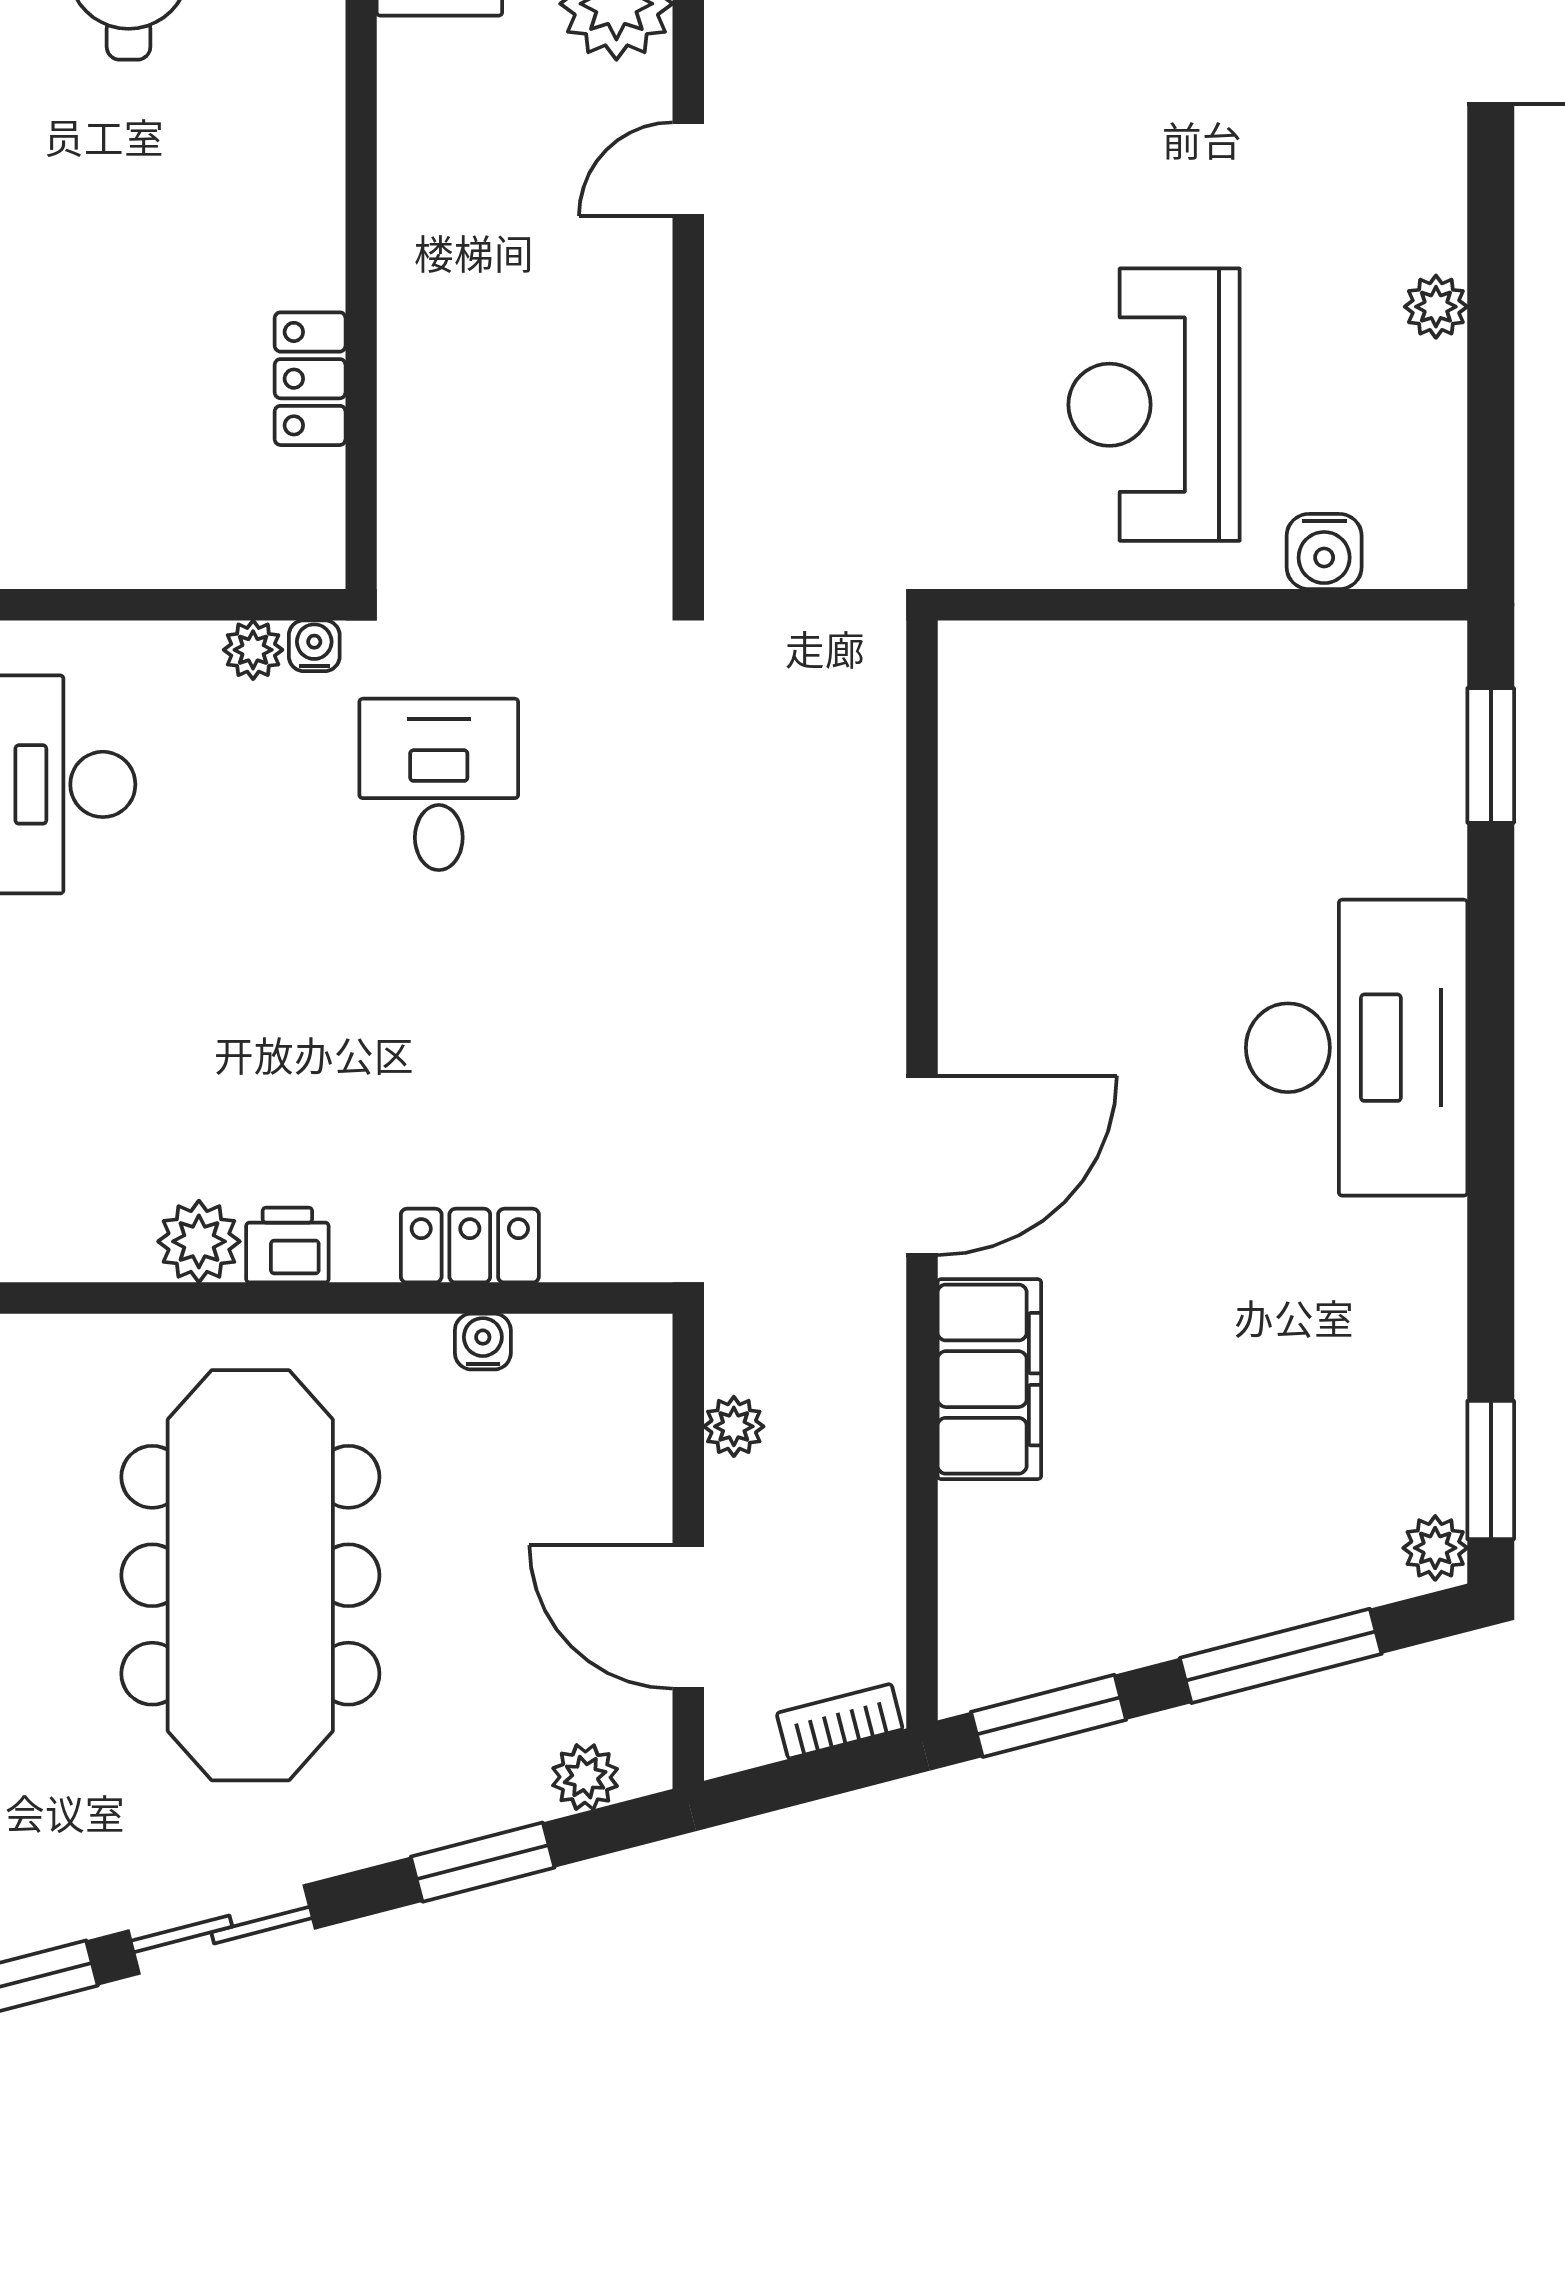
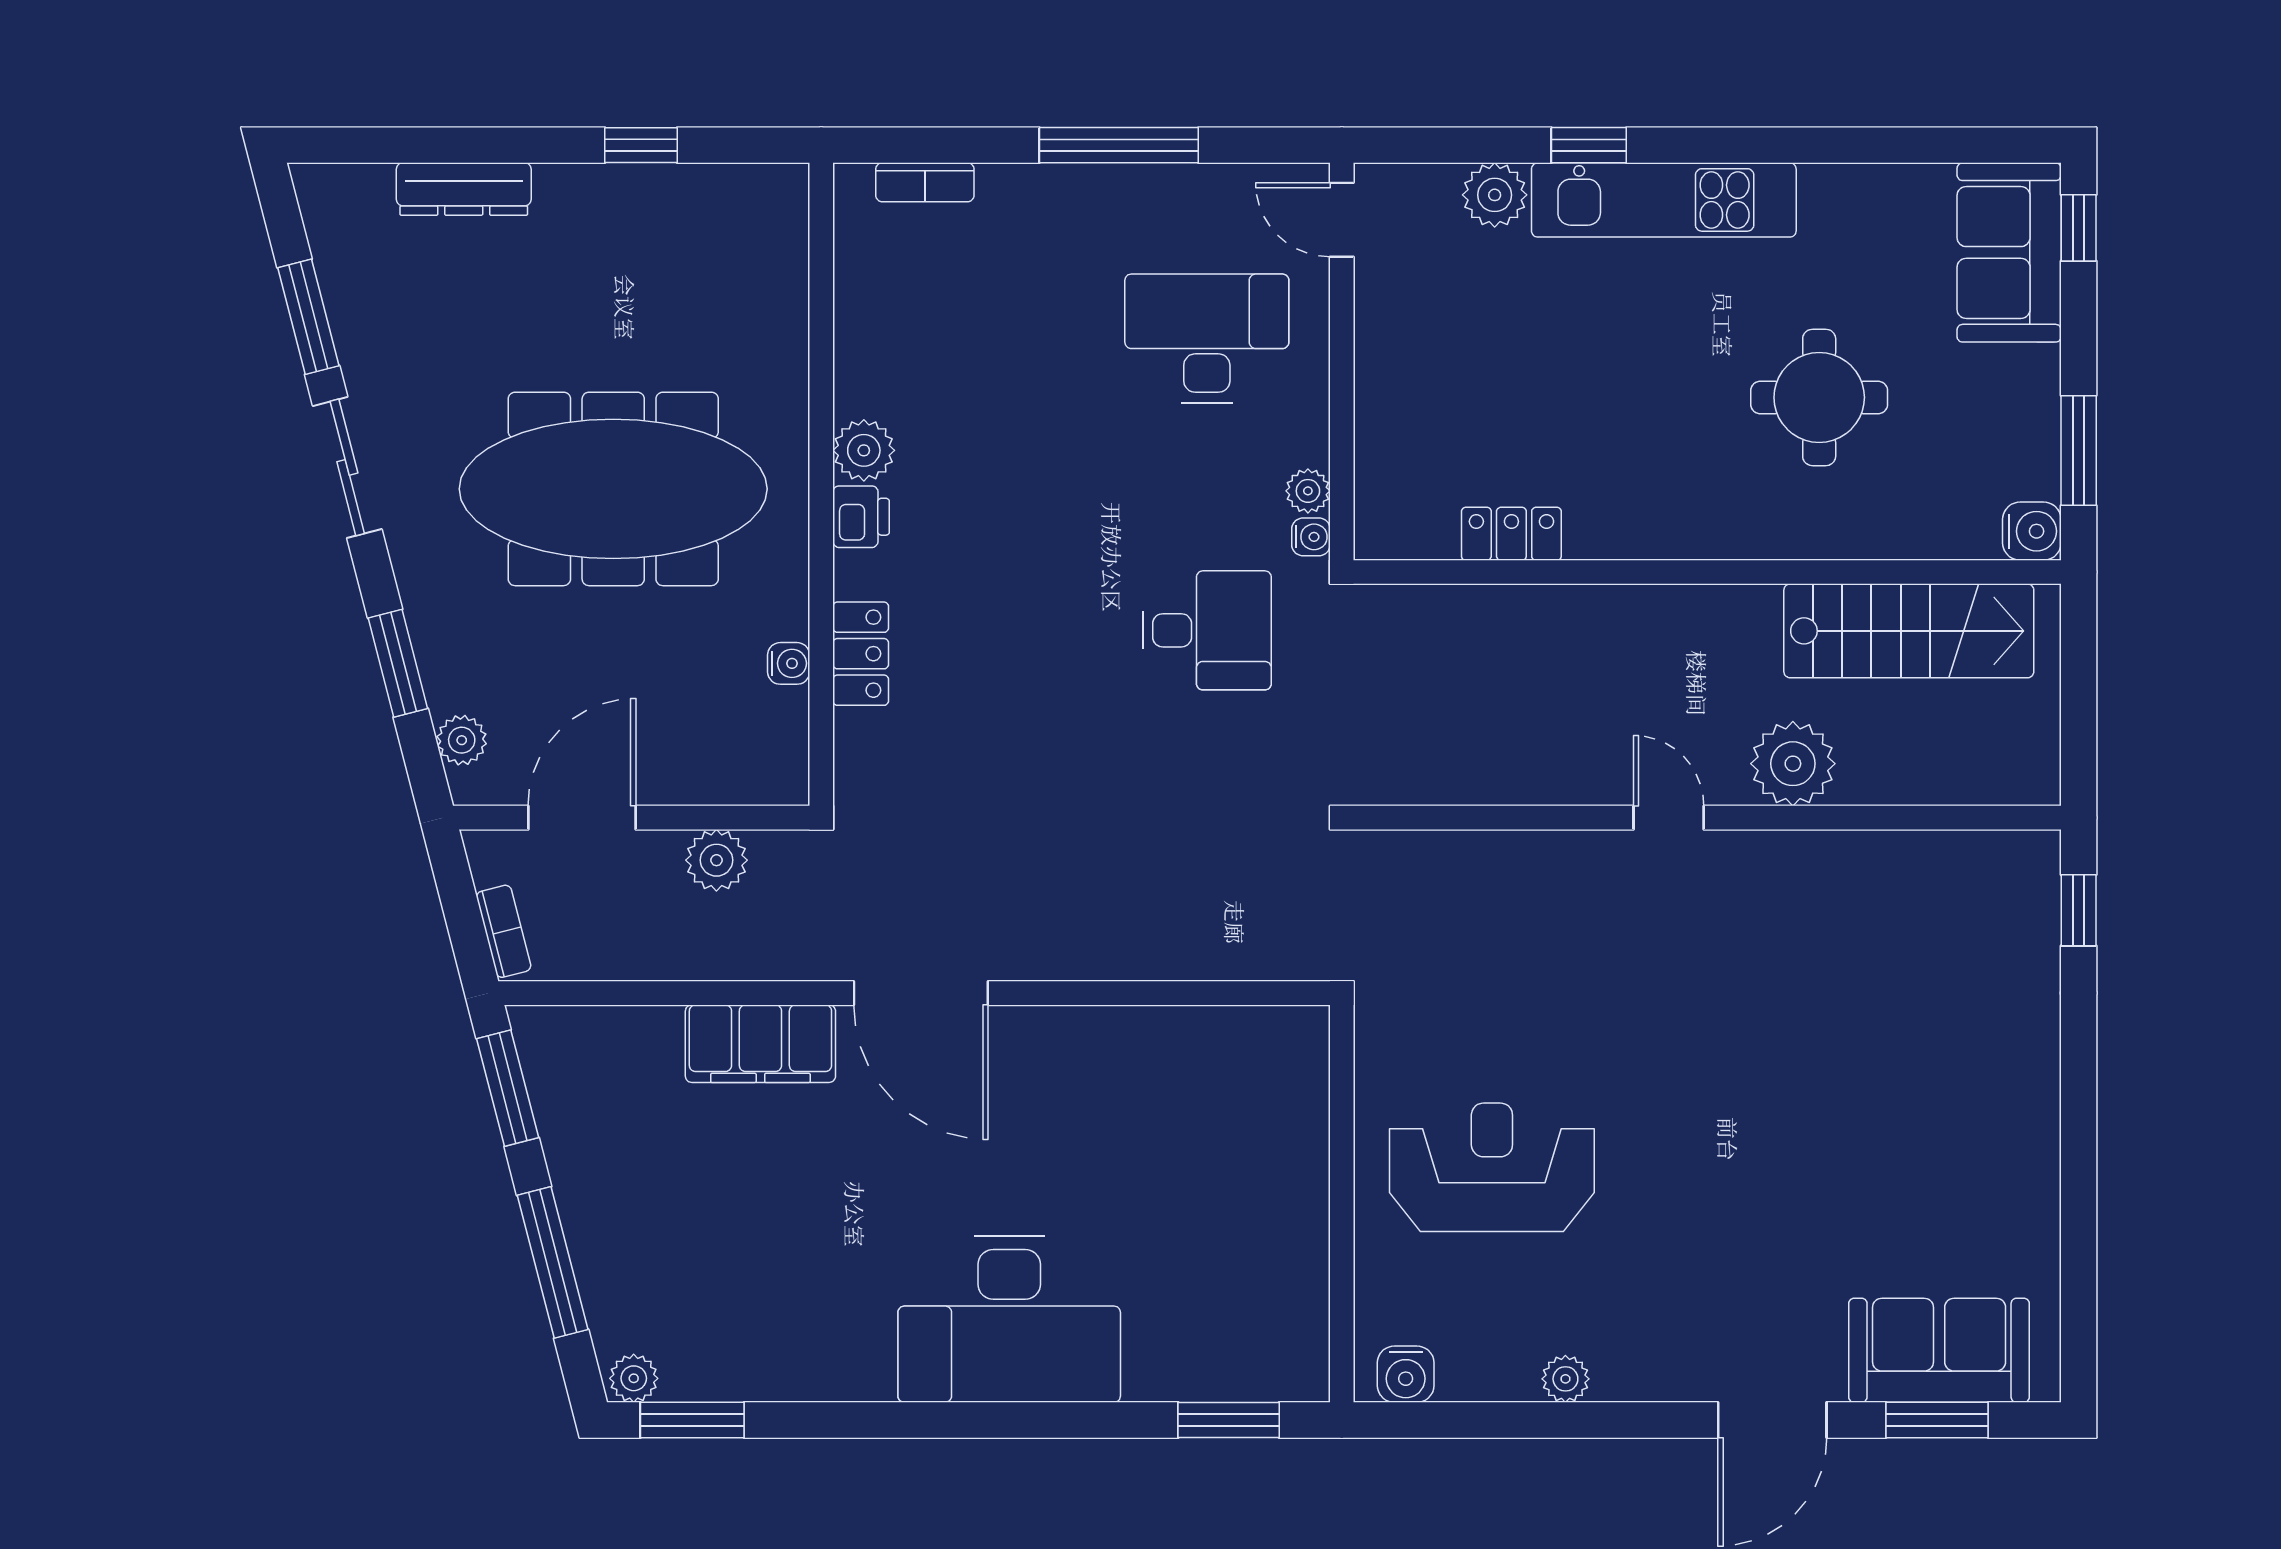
water cooler: (1324, 552) -> (1406, 1374), moved, turned -90
plant: (734, 1426) -> (716, 860), width x1.38, depth x1.38

